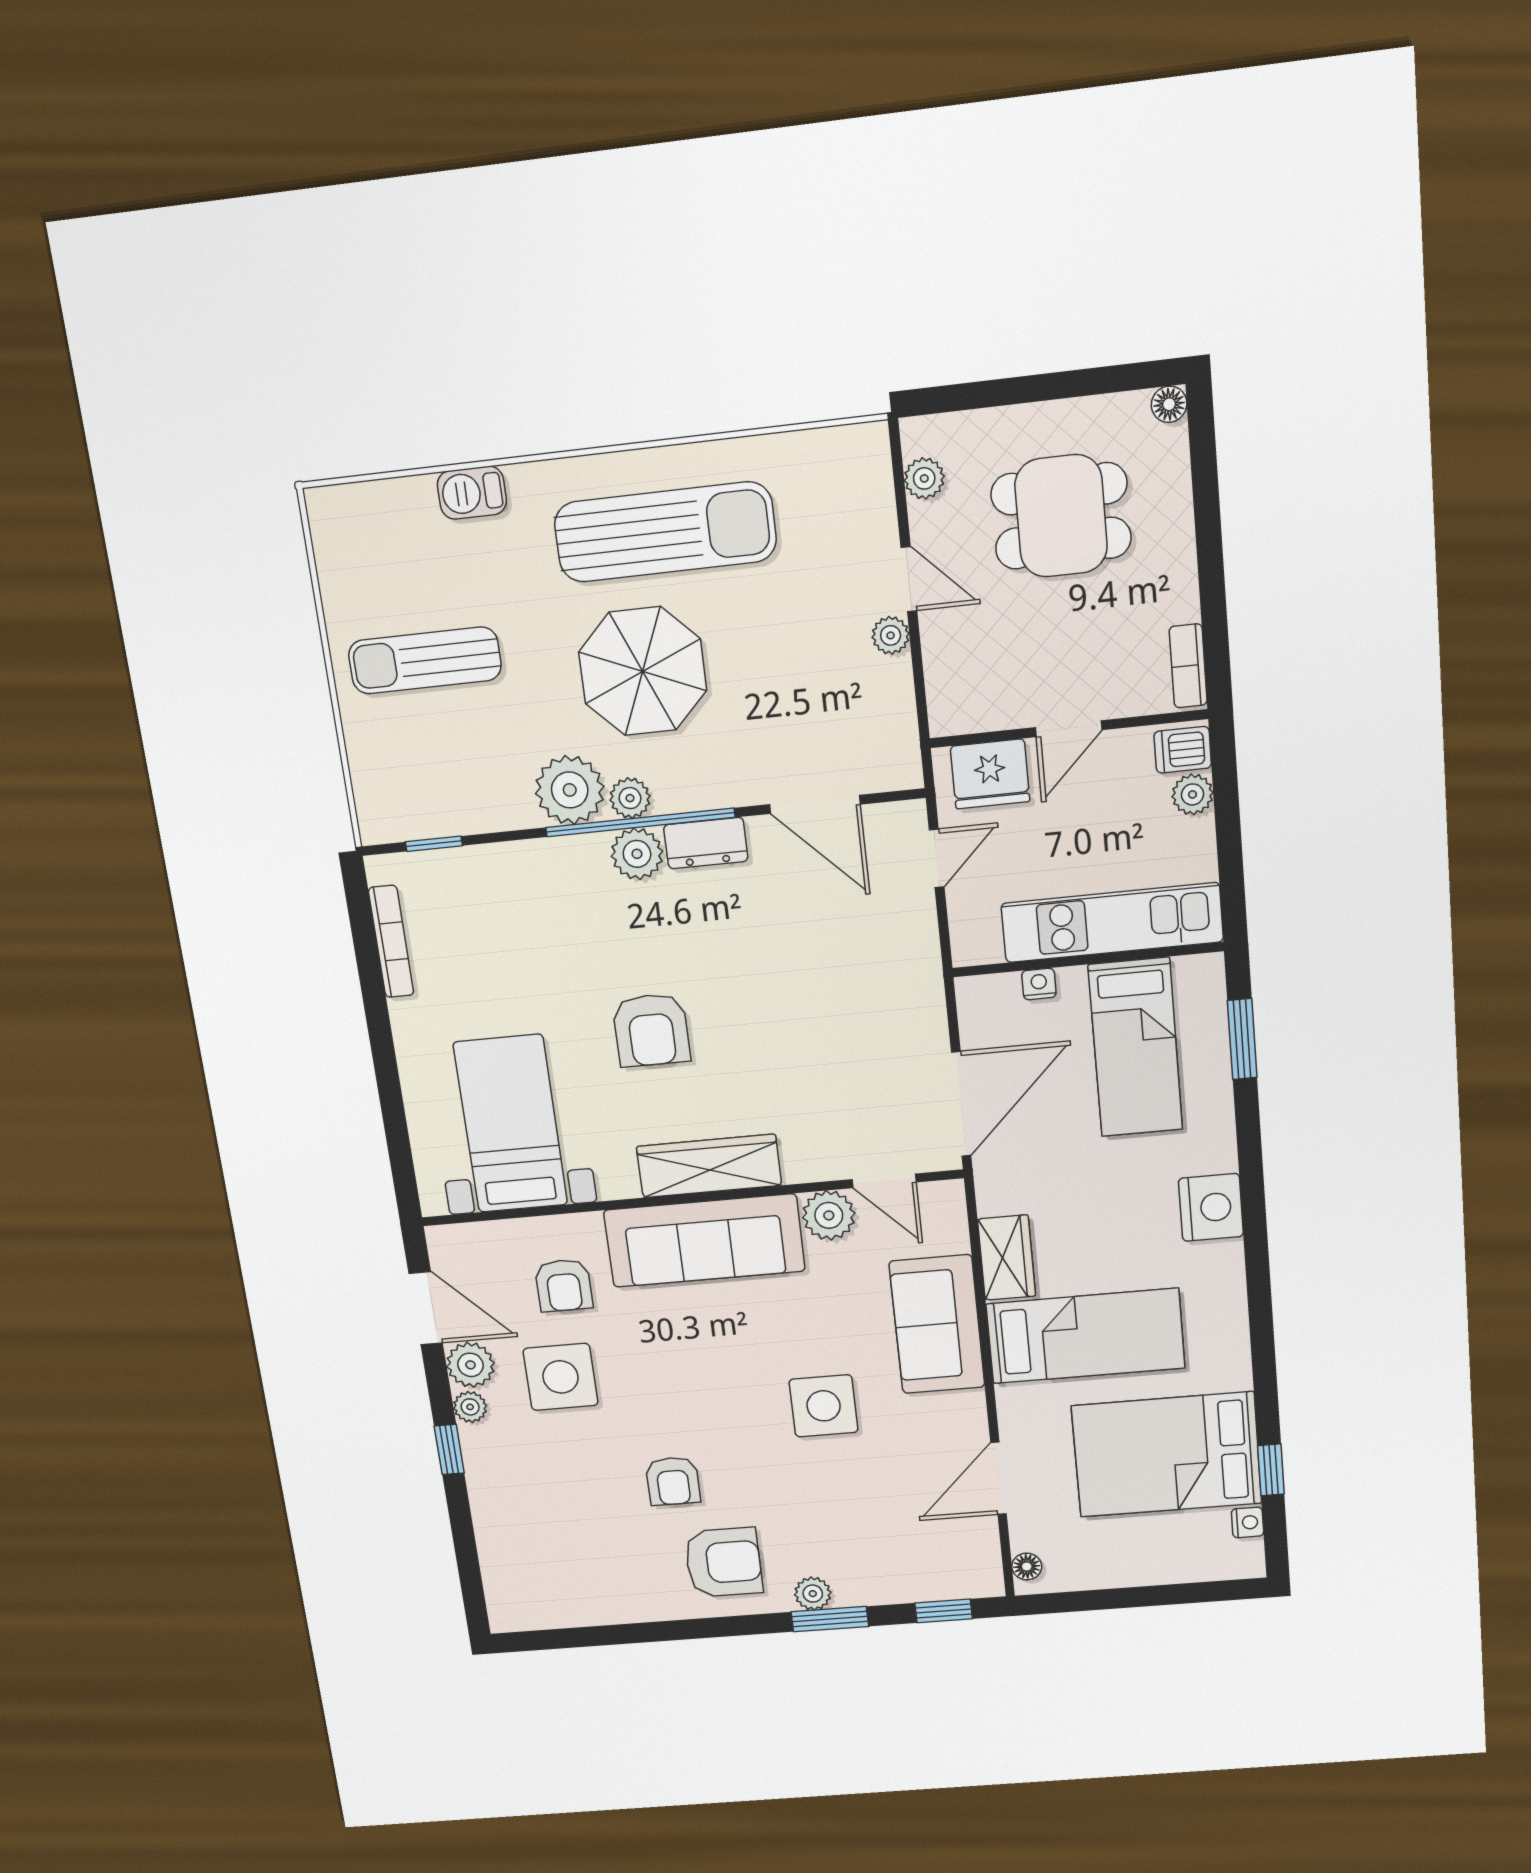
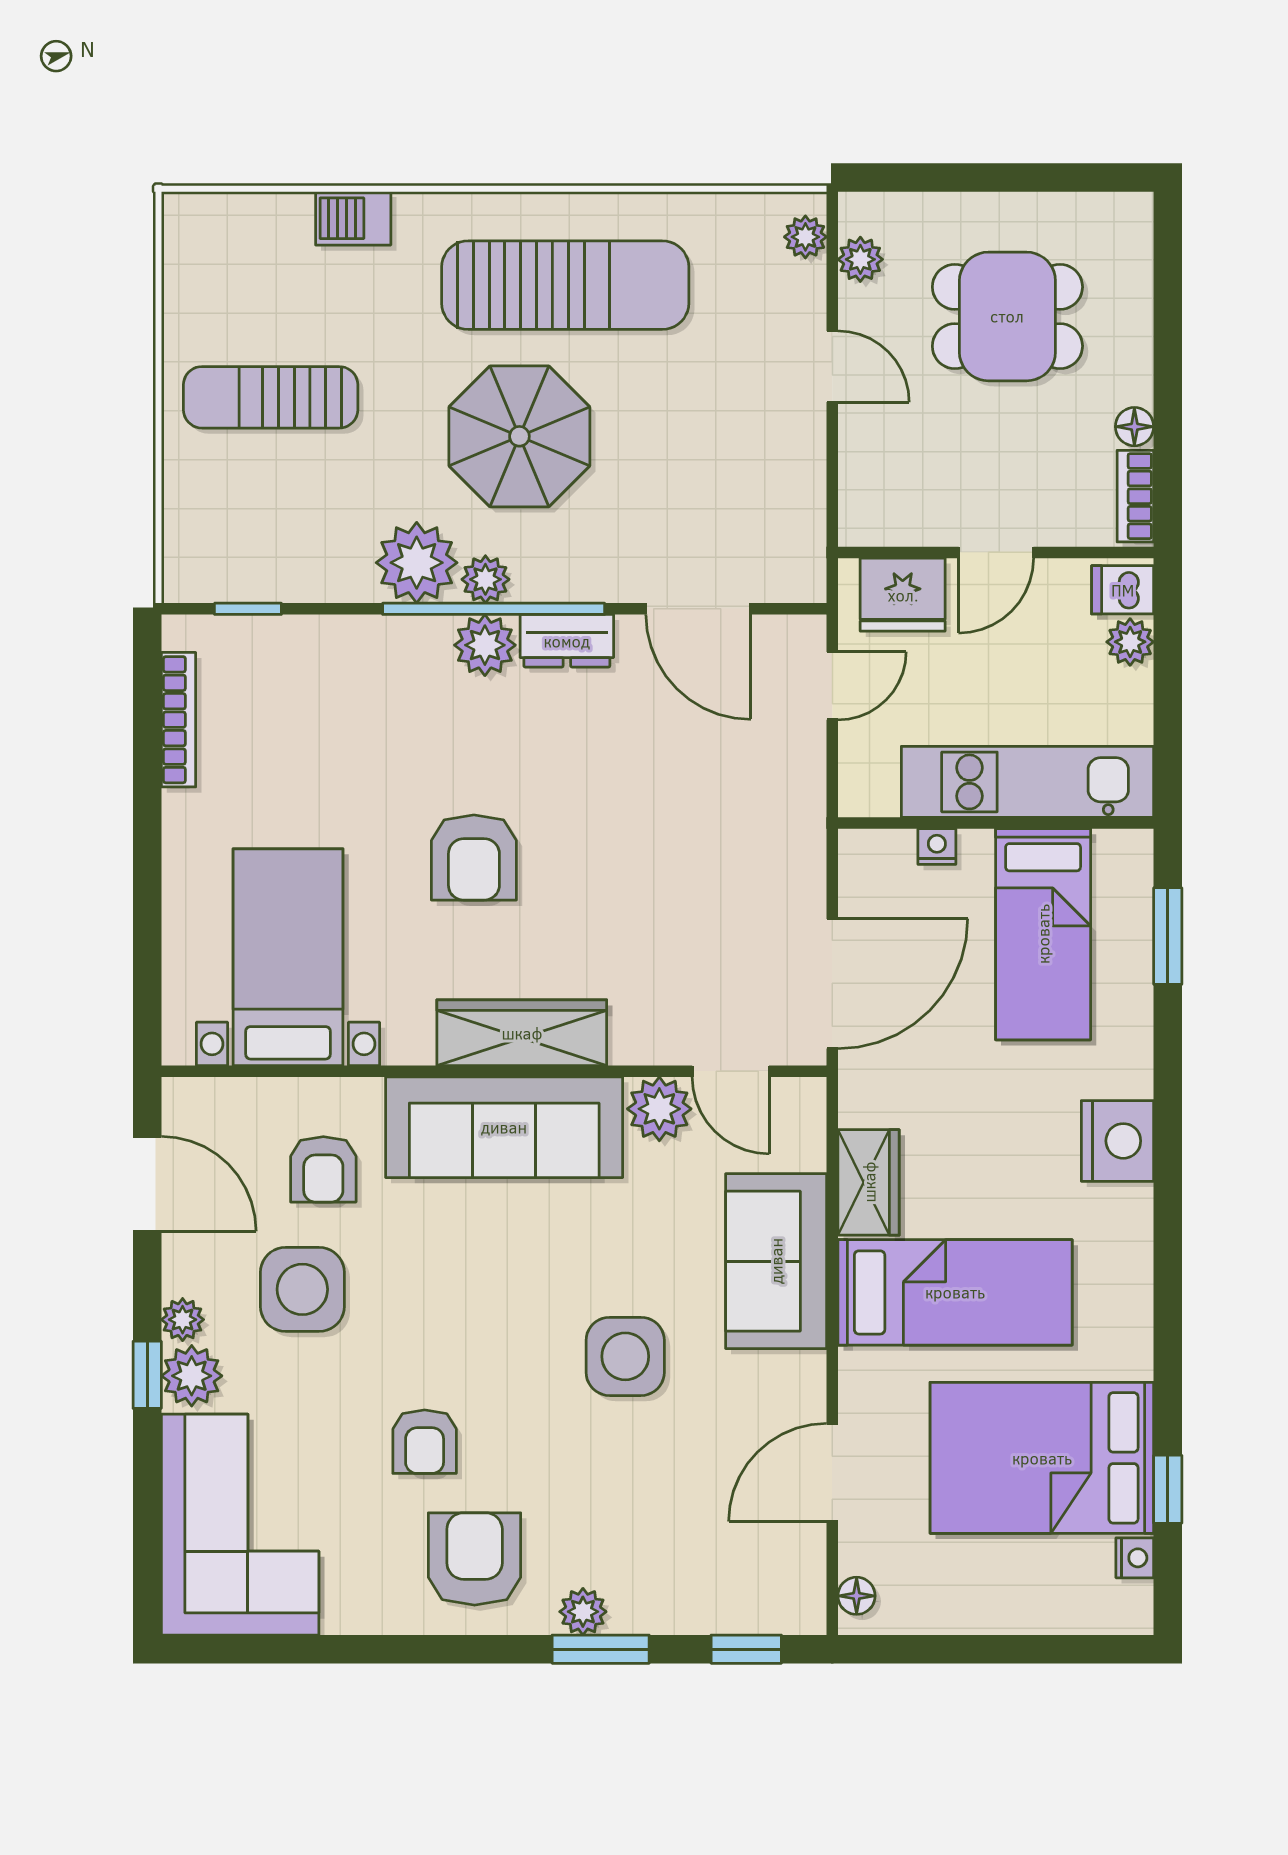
floor lamp: (1169, 404) -> (1134, 427), moved
plant: (891, 635) -> (805, 237), moved
plant: (471, 1365) -> (192, 1376), moved
corner sofa: (538, 1552) -> (240, 1525), added
armchair: (723, 1562) -> (475, 1559), turned -90

